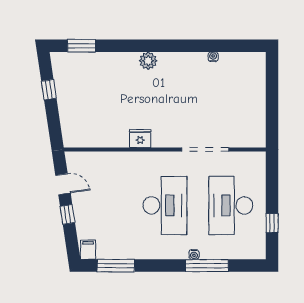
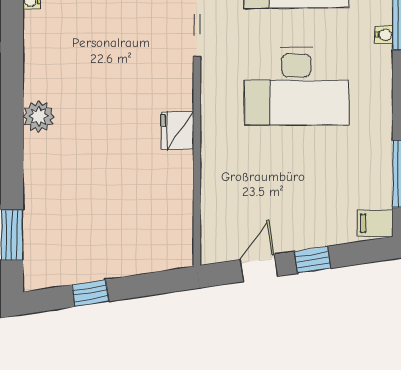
desk: (165, 205) -> (296, 86), turned 180

